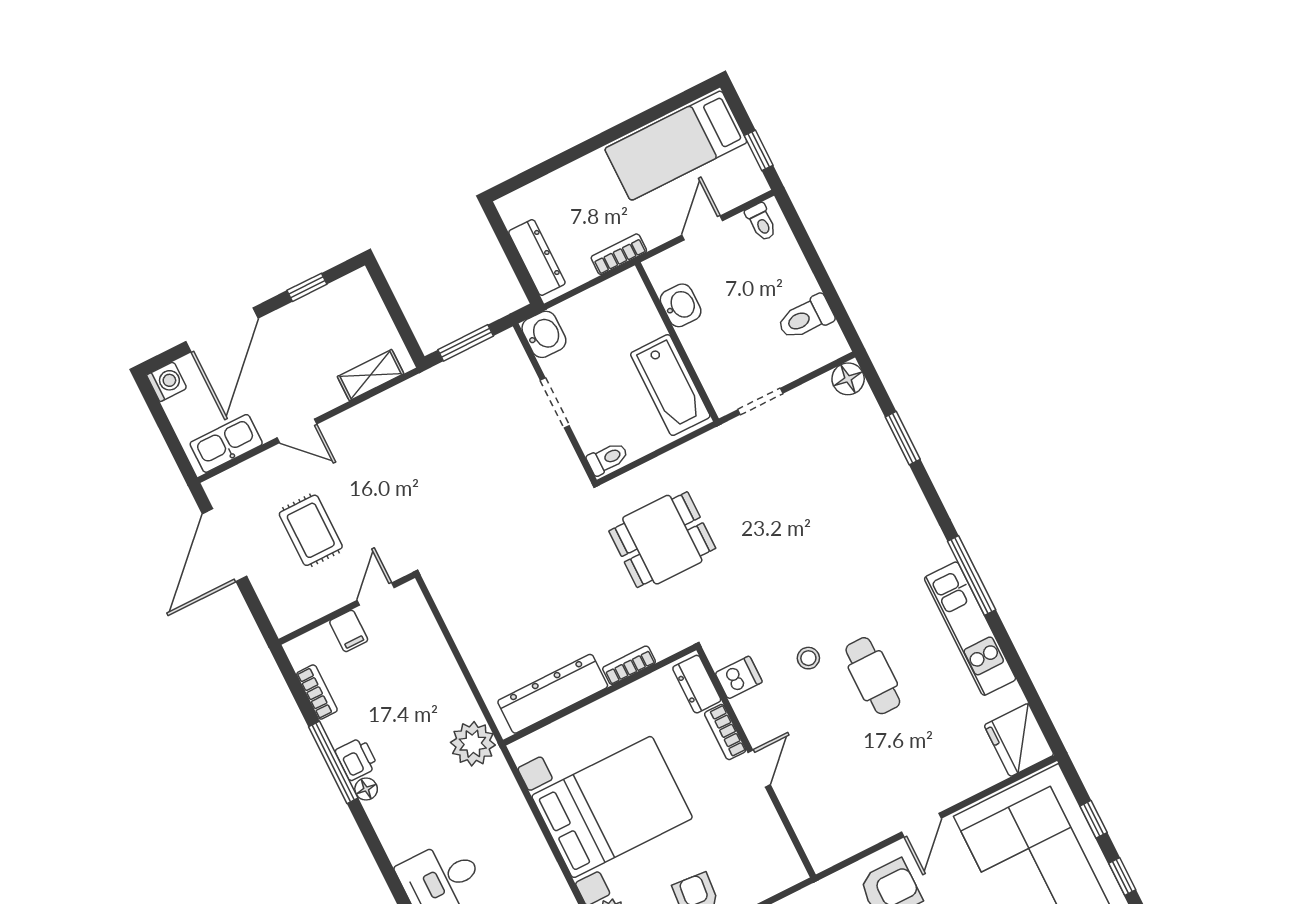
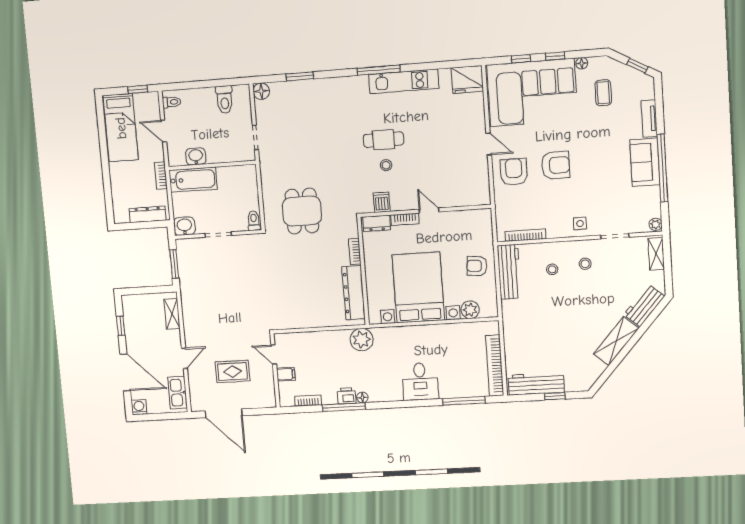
bathtub: (670, 385) -> (193, 180), moved
cafe table: (873, 676) -> (384, 140), moved

